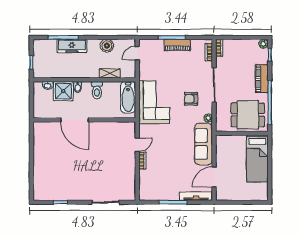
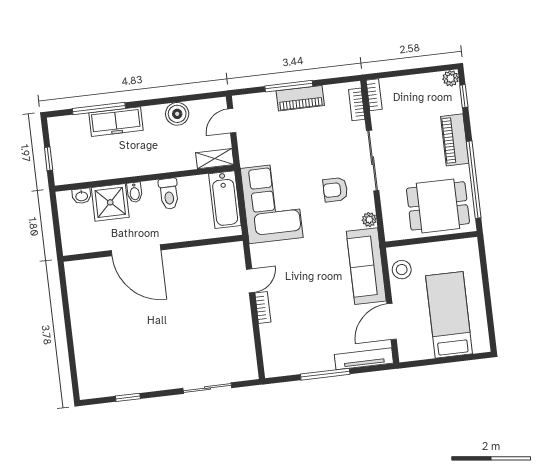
shelving: (110, 73) -> (215, 159), moved
stool: (223, 148) -> (402, 270), added
bed: (257, 158) -> (449, 315), moved, turned 180

